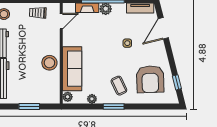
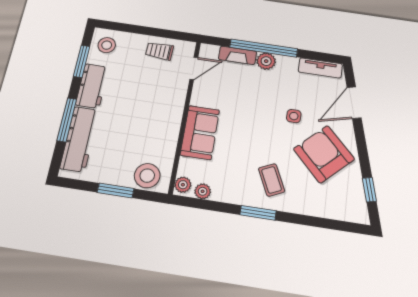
stool: (49, 63) -> (147, 176), moved
sofa: (72, 69) -> (200, 132), width x0.73
armchair: (150, 79) -> (324, 154), moved, turned 138
plant: (92, 99) -> (203, 191), moved

